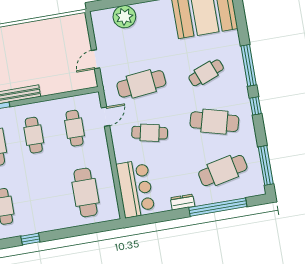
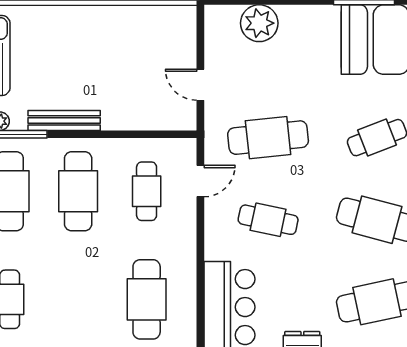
door: (96, 59) -> (200, 85), hinge flipped
cafe table: (34, 135) -> (78, 191), width x1.37, depth x1.35

